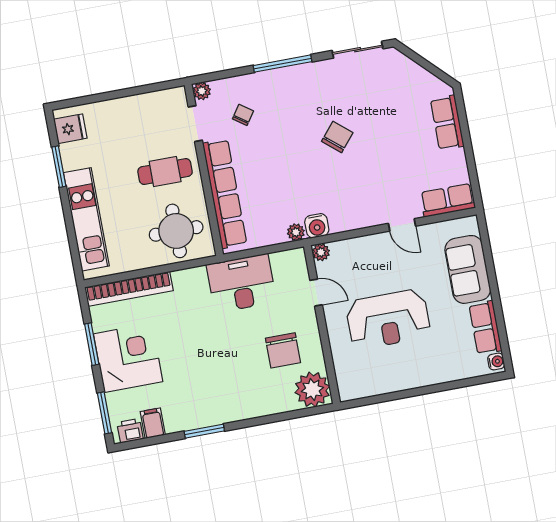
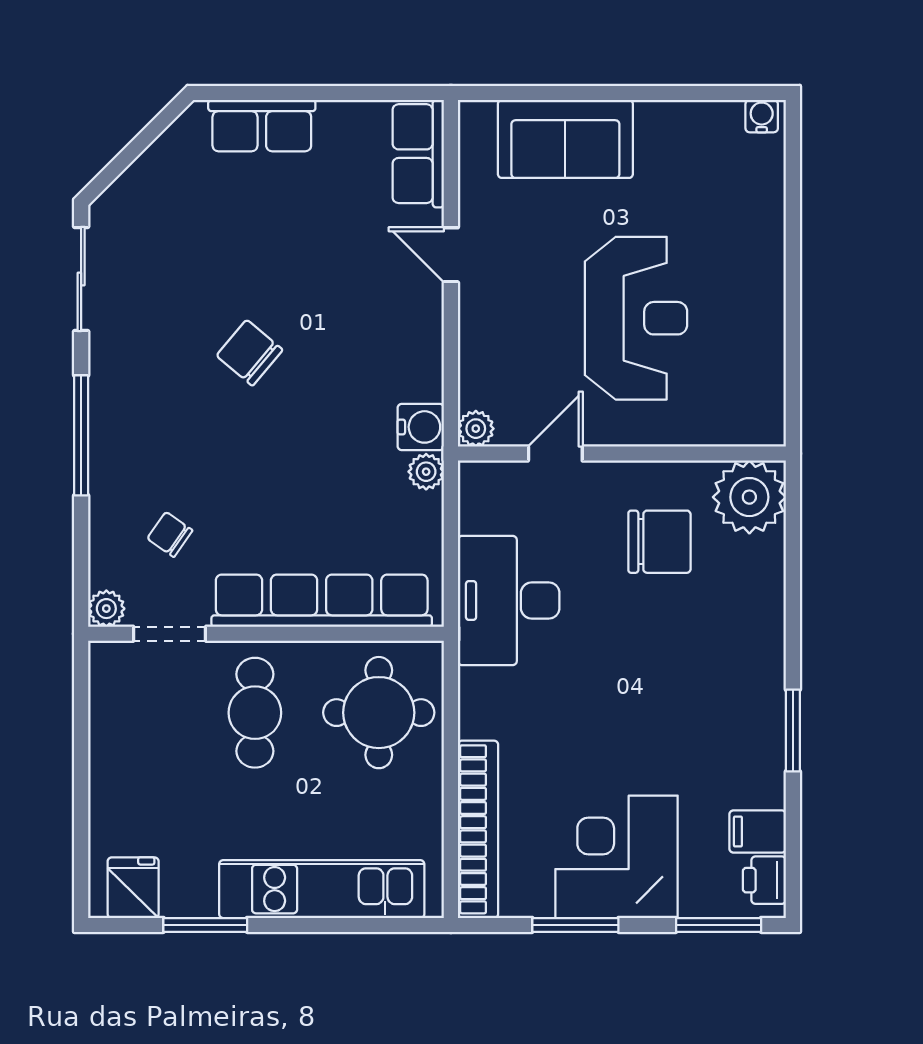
door: (402, 225) -> (451, 255), swing flipped
row of seats: (485, 328) -> (689, 125), removed

